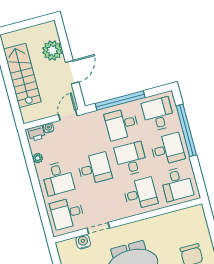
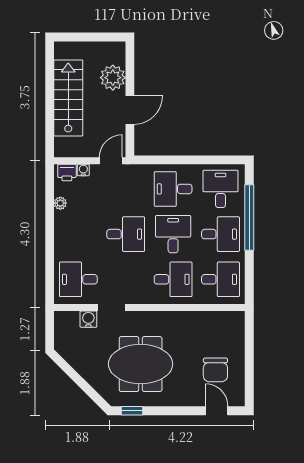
window: (120, 100) -> (179, 160), removed
desk: (58, 178) -> (78, 234), removed
desk: (177, 184) -> (221, 279), turned -90

